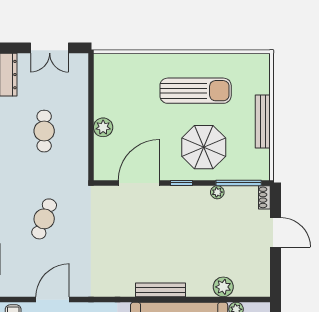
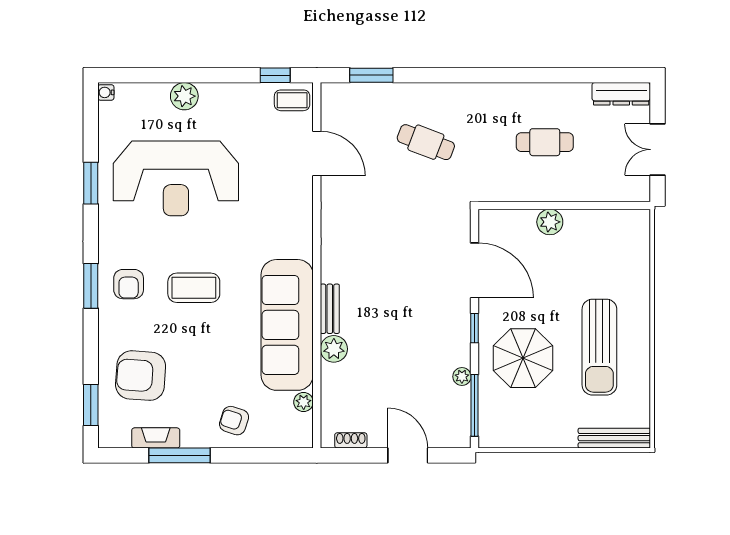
bench: (263, 121) -> (614, 438), moved
shoe rack: (264, 197) -> (351, 440), moved
door: (275, 232) -> (408, 455), swing flipped
plant: (223, 287) -> (334, 349), moved
bench: (161, 290) -> (330, 309), width x0.73

